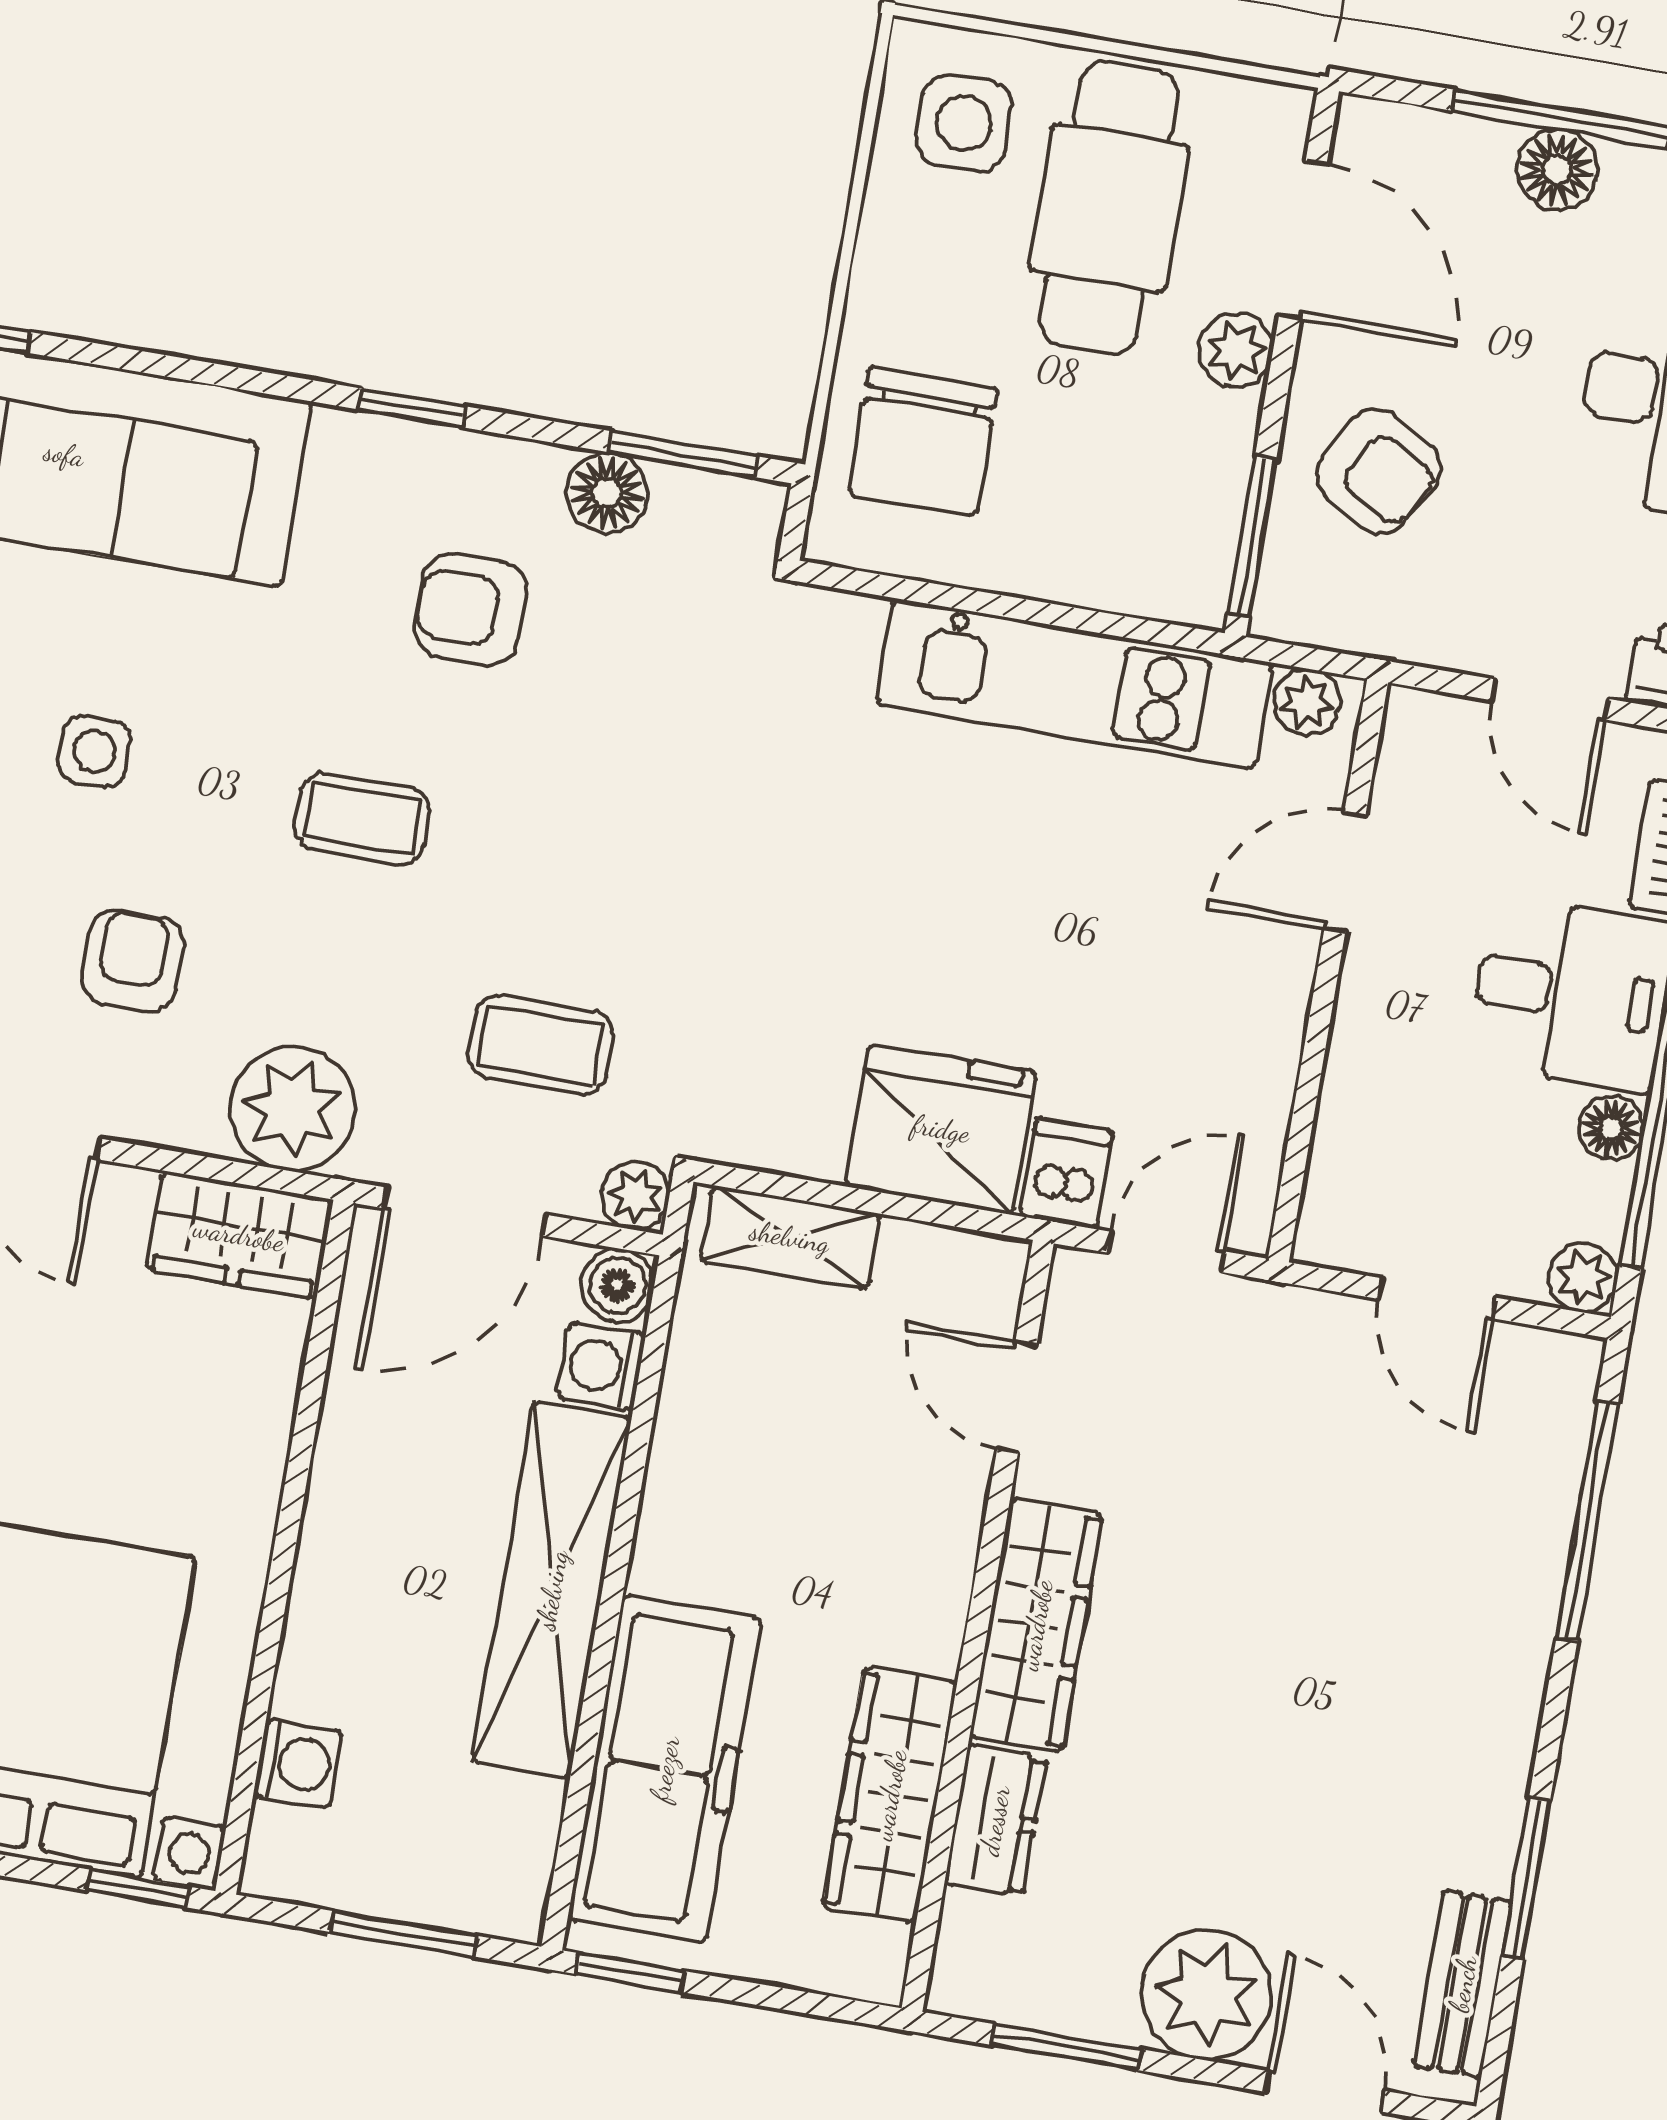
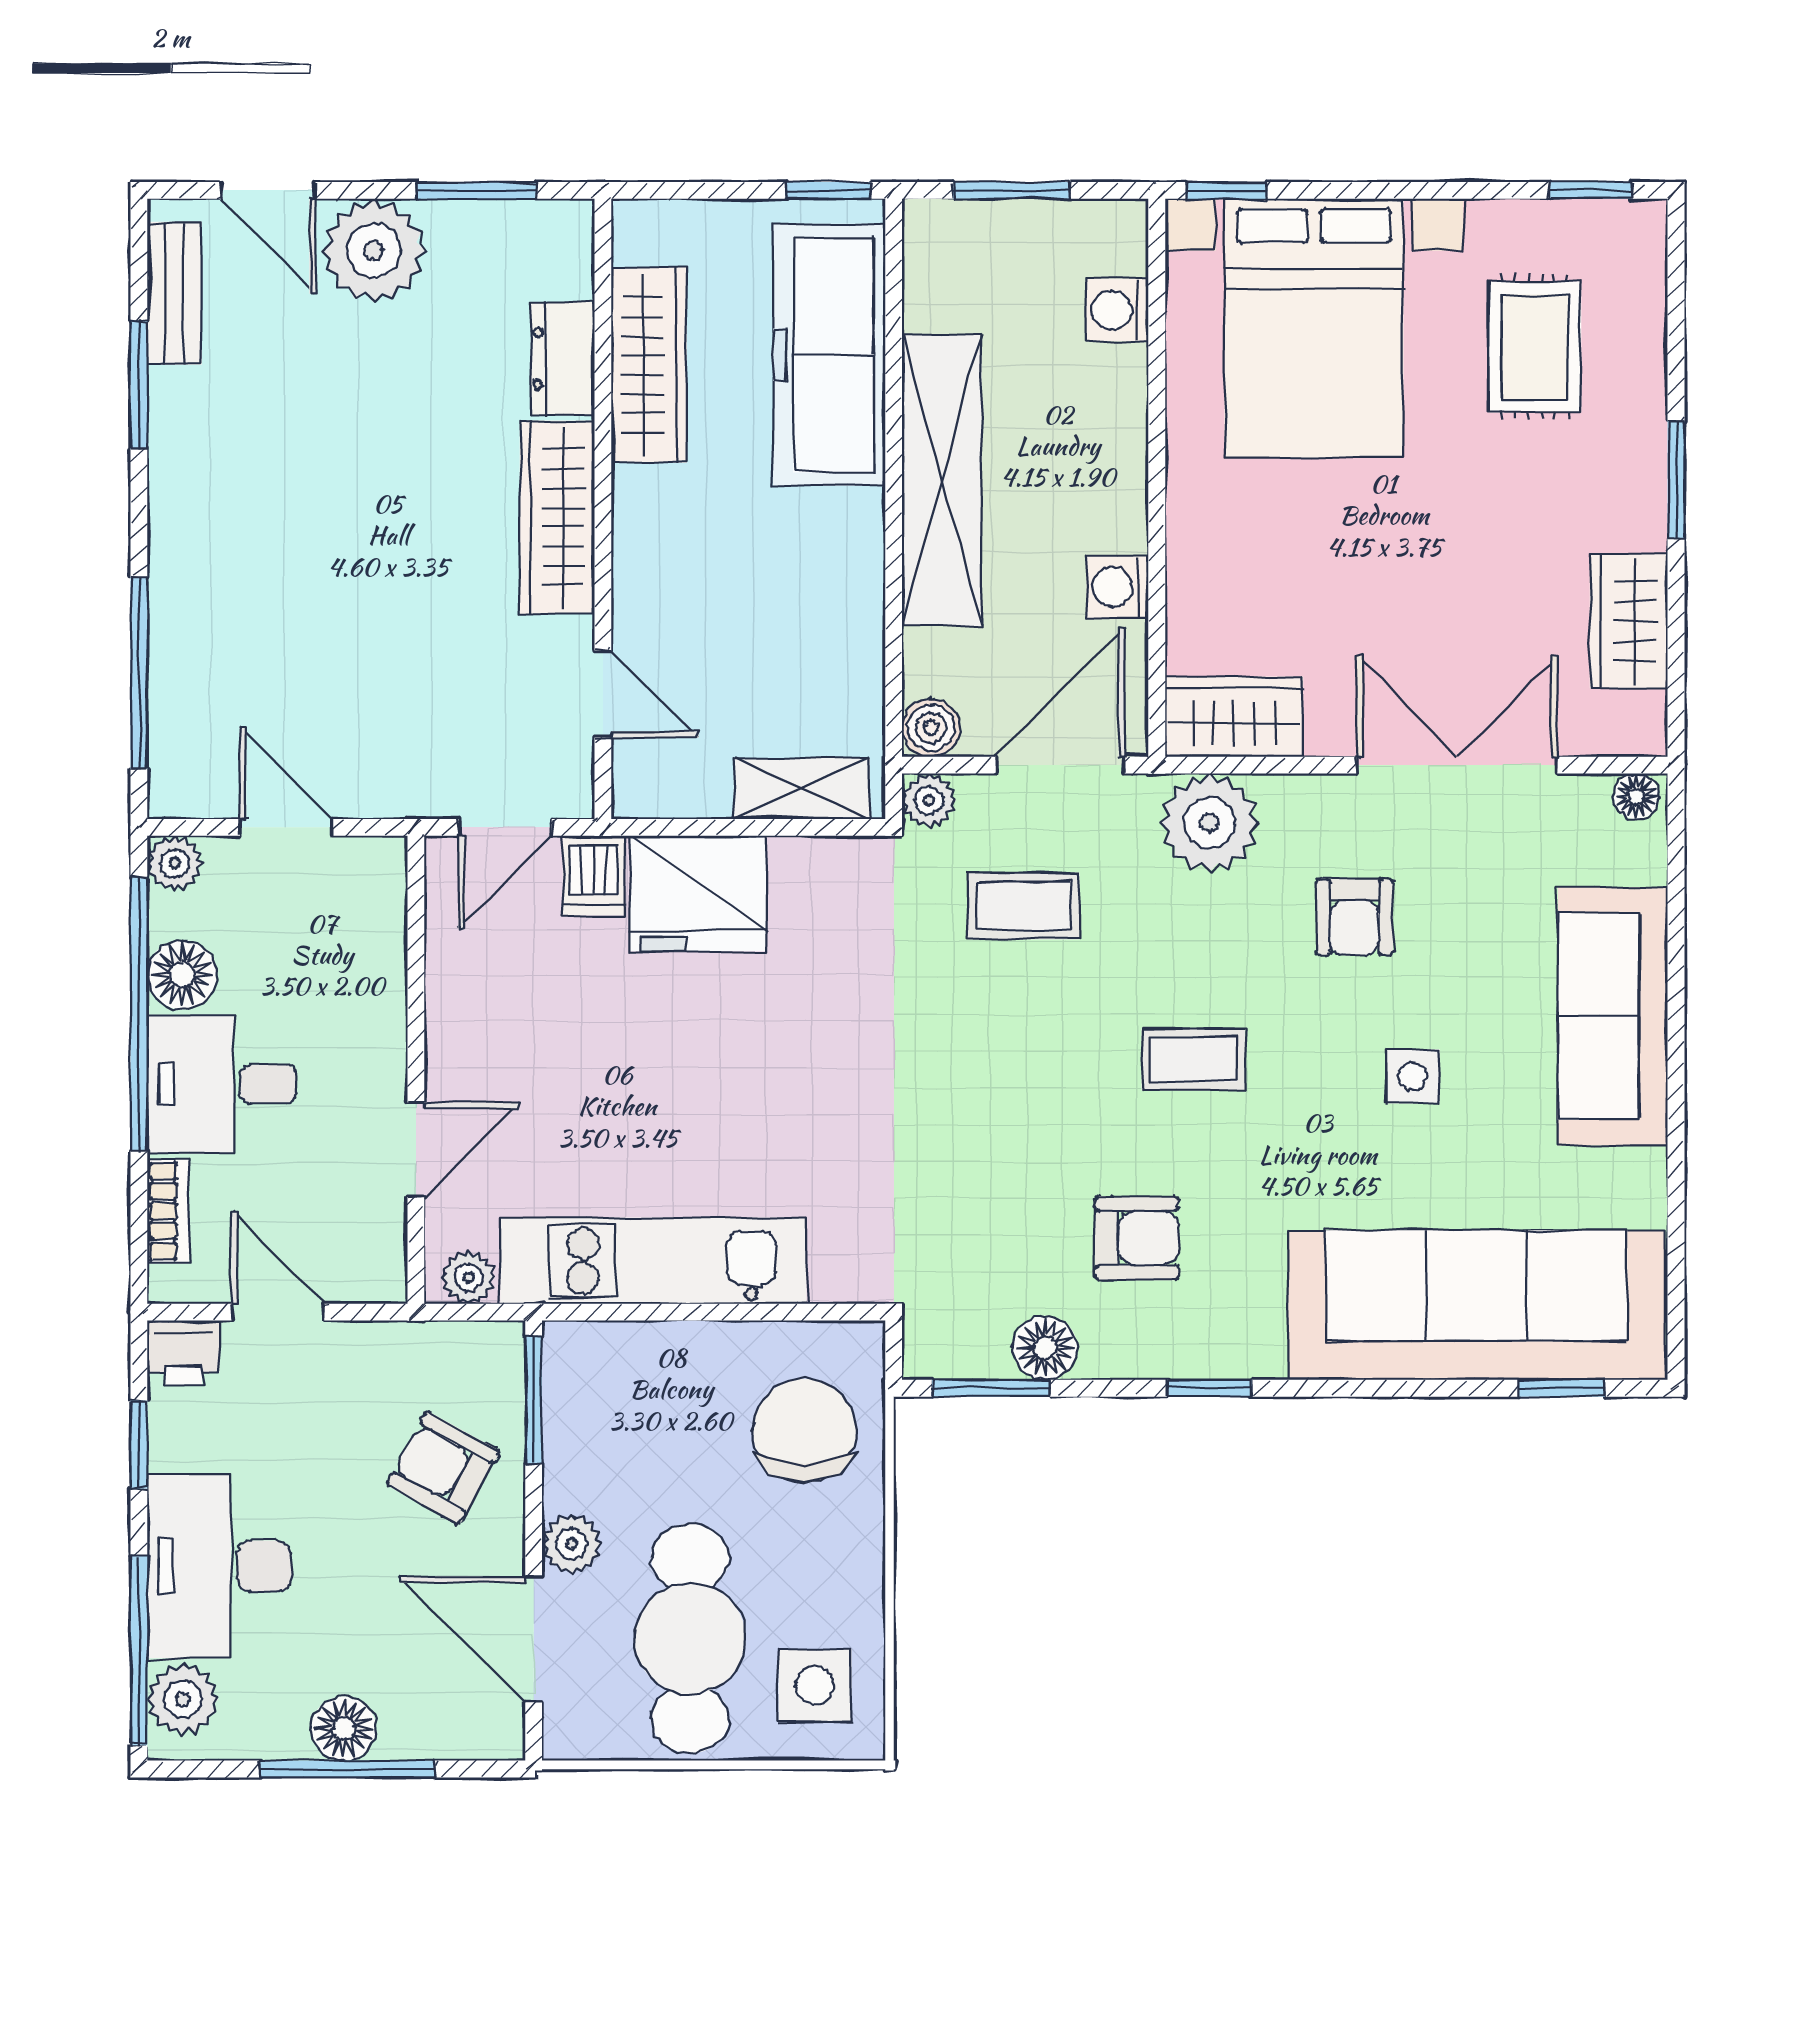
floor lamp: (1611, 1128) -> (182, 975), width x1.37, depth x1.37
washing machine: (601, 1366) -> (1118, 587), moved, turned 180

